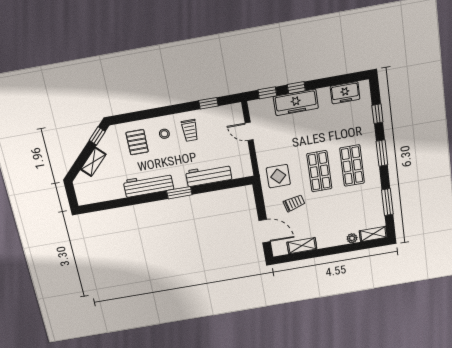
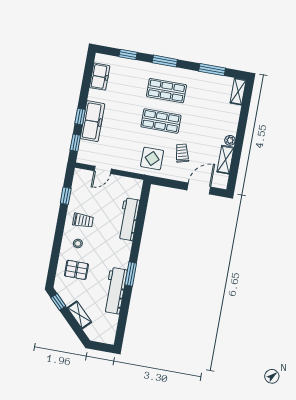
workbench: (148, 185) -> (115, 291), moved
window: (179, 193) -> (131, 274), moved
plant: (352, 238) -> (230, 140), moved

